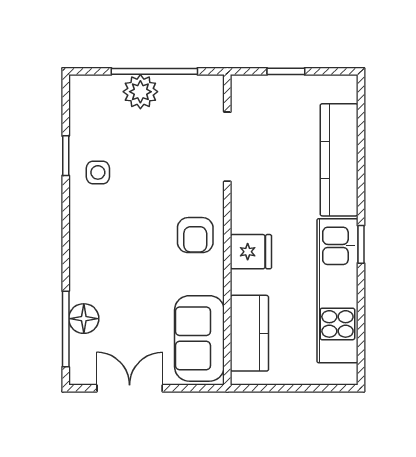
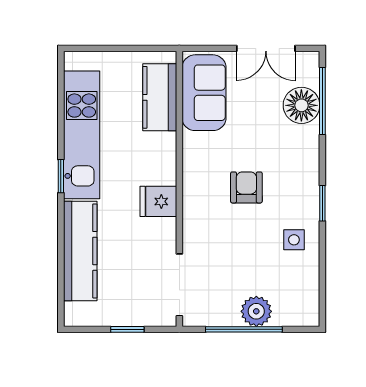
doorway: (227, 147) -> (179, 285), moved
window: (66, 156) -> (322, 203), moved
armchair: (195, 235) -> (246, 187), moved
fridge: (251, 252) -> (158, 201), moved
floor lamp: (84, 319) -> (301, 105), width x1.38, depth x1.38

